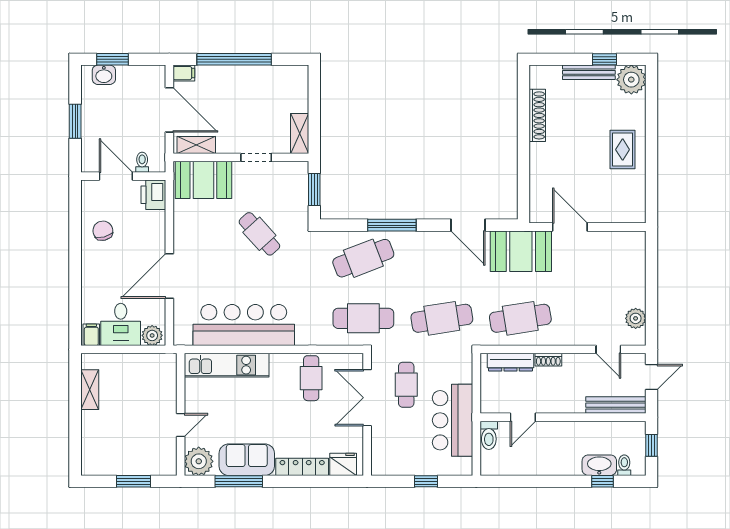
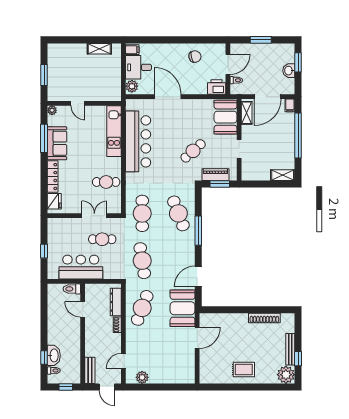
washbasin: (104, 75) -> (289, 71), moved
shelving: (300, 134) -> (283, 175), moved
piano: (299, 197) -> (215, 175), added
cafe table: (520, 318) -> (142, 308), turned 30
double door: (367, 398) -> (94, 216), width x0.73
bench: (616, 405) -> (90, 370), width x0.73
plant: (199, 461) -> (52, 110), width x0.53, depth x0.53

